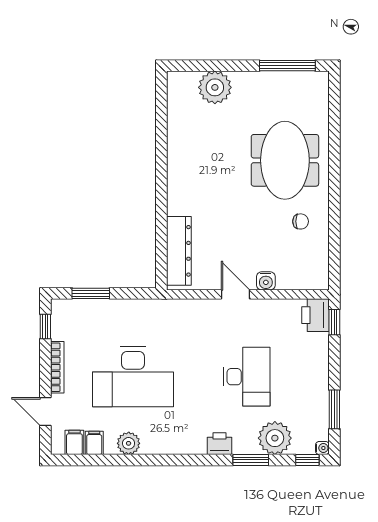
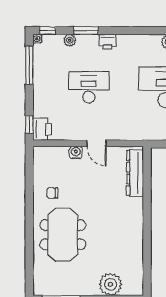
desk: (247, 377) -> (89, 87), turned 90
window: (334, 409) -> (29, 65), width x1.44
plant: (275, 438) -> (70, 40), width x0.53, depth x0.53

